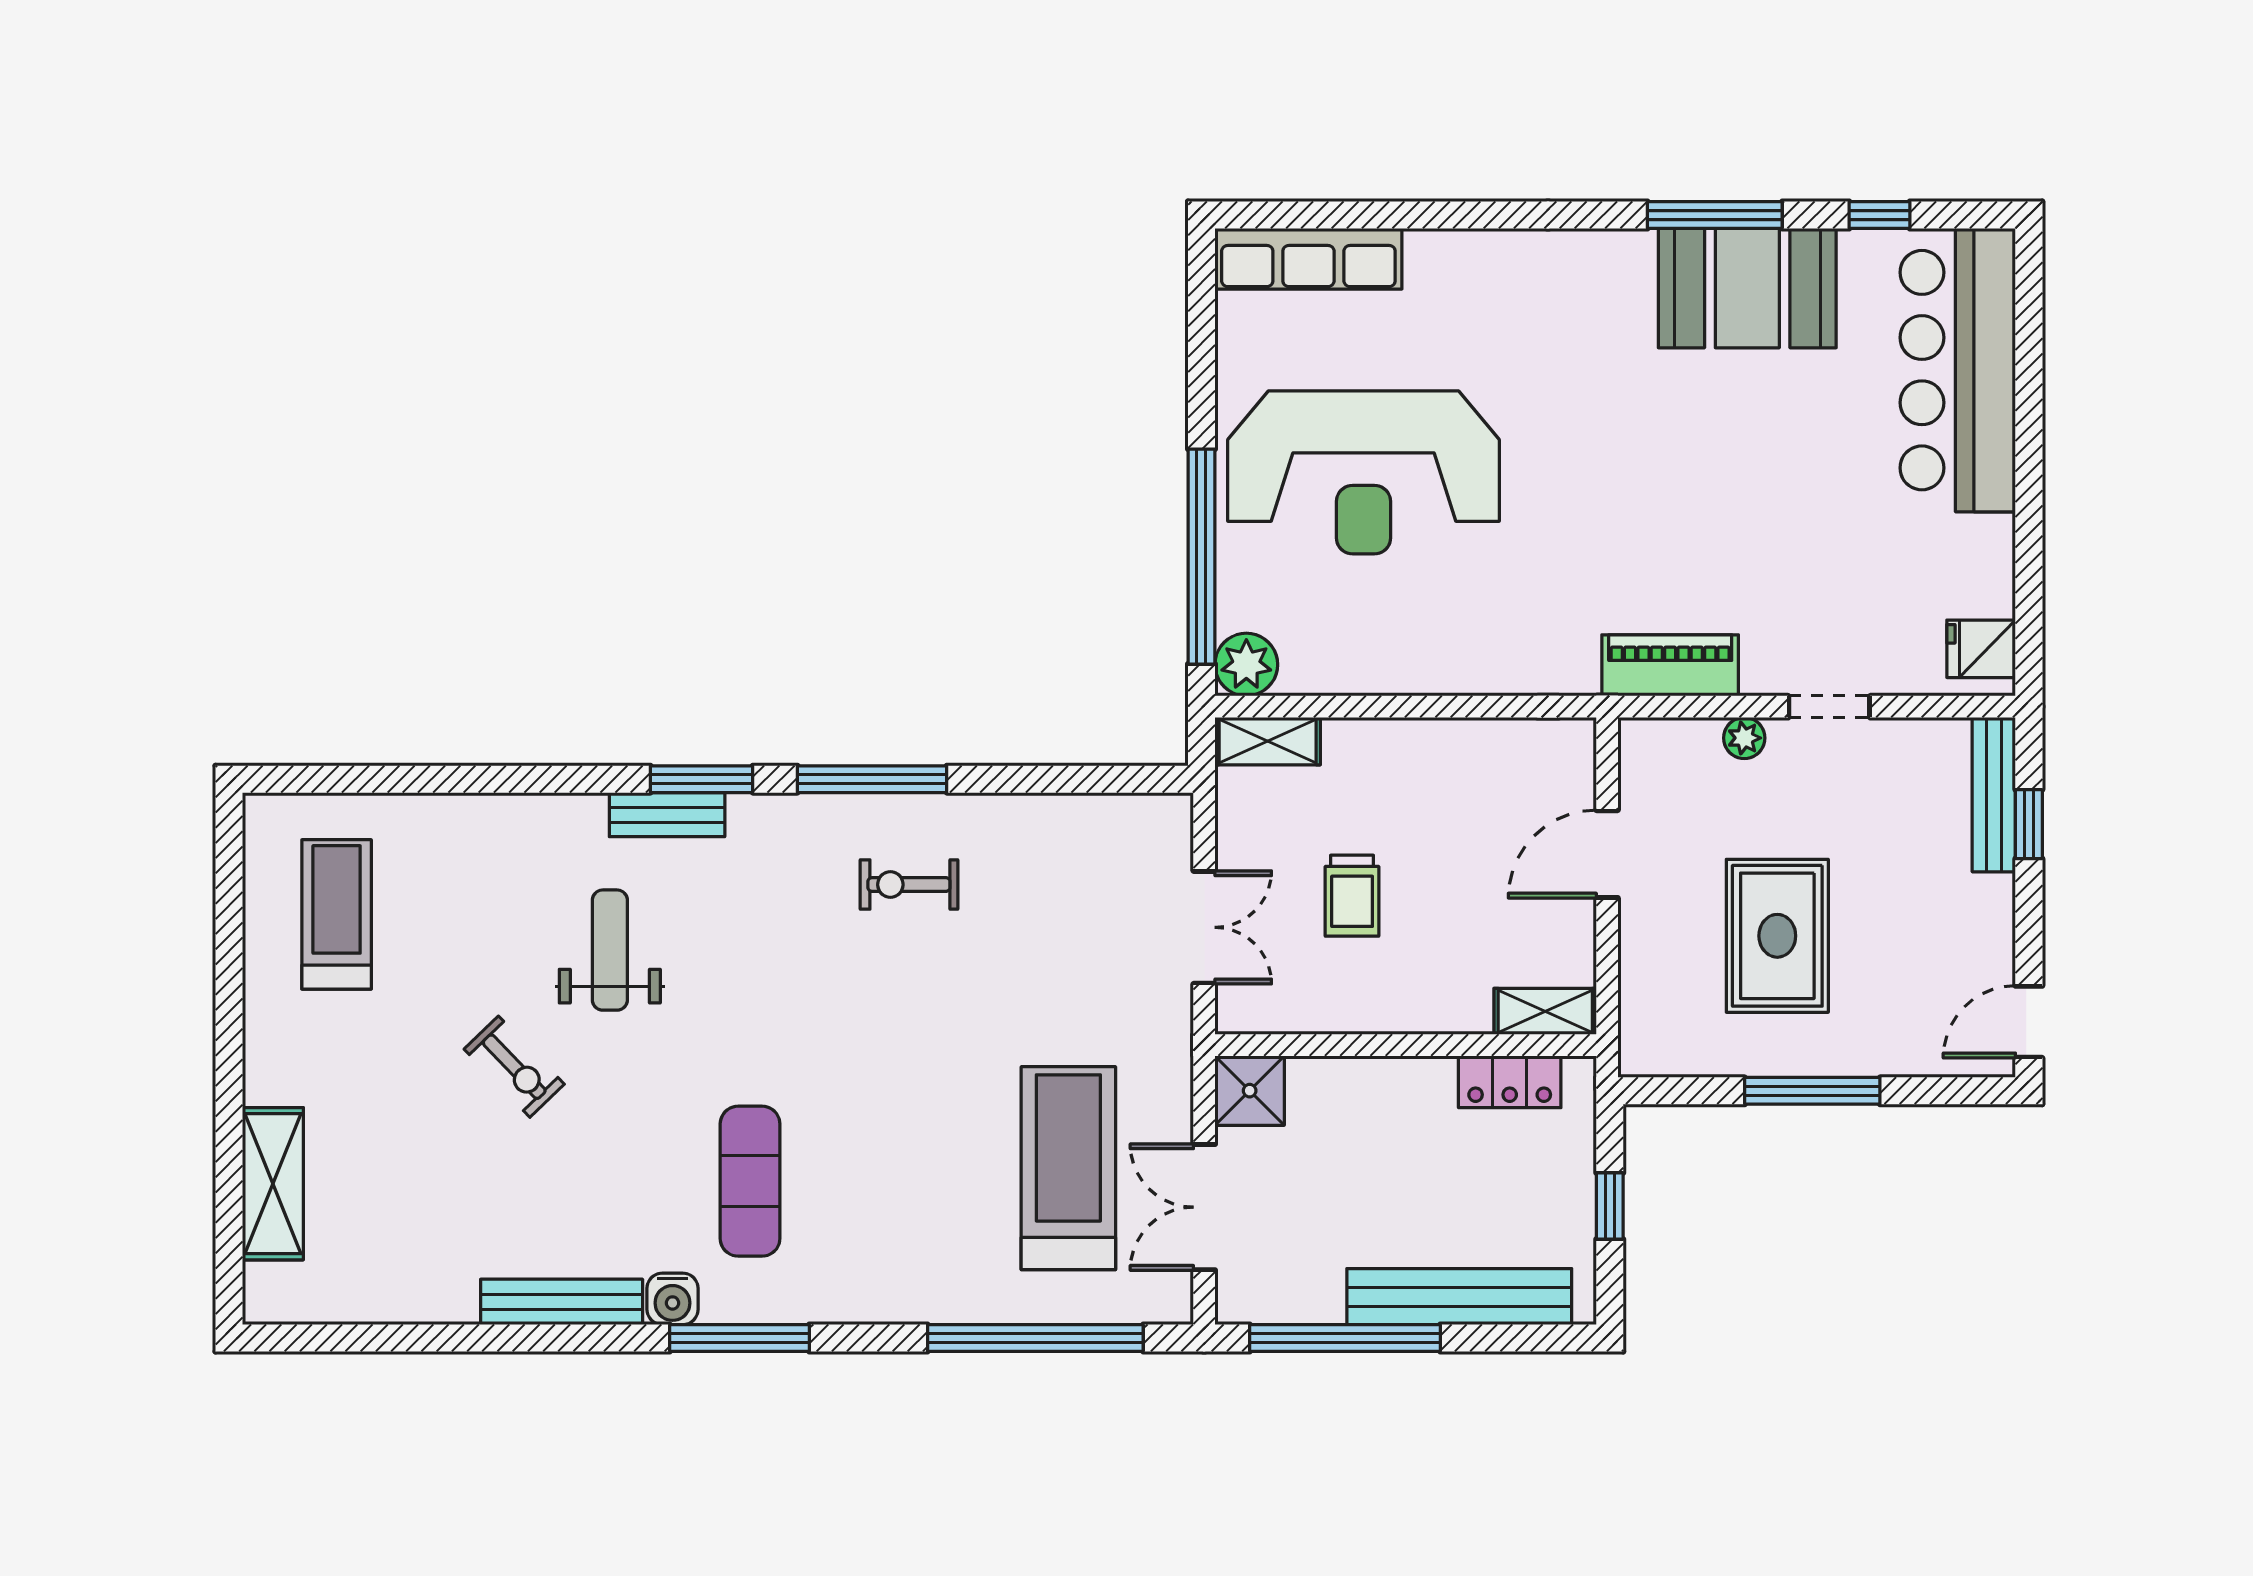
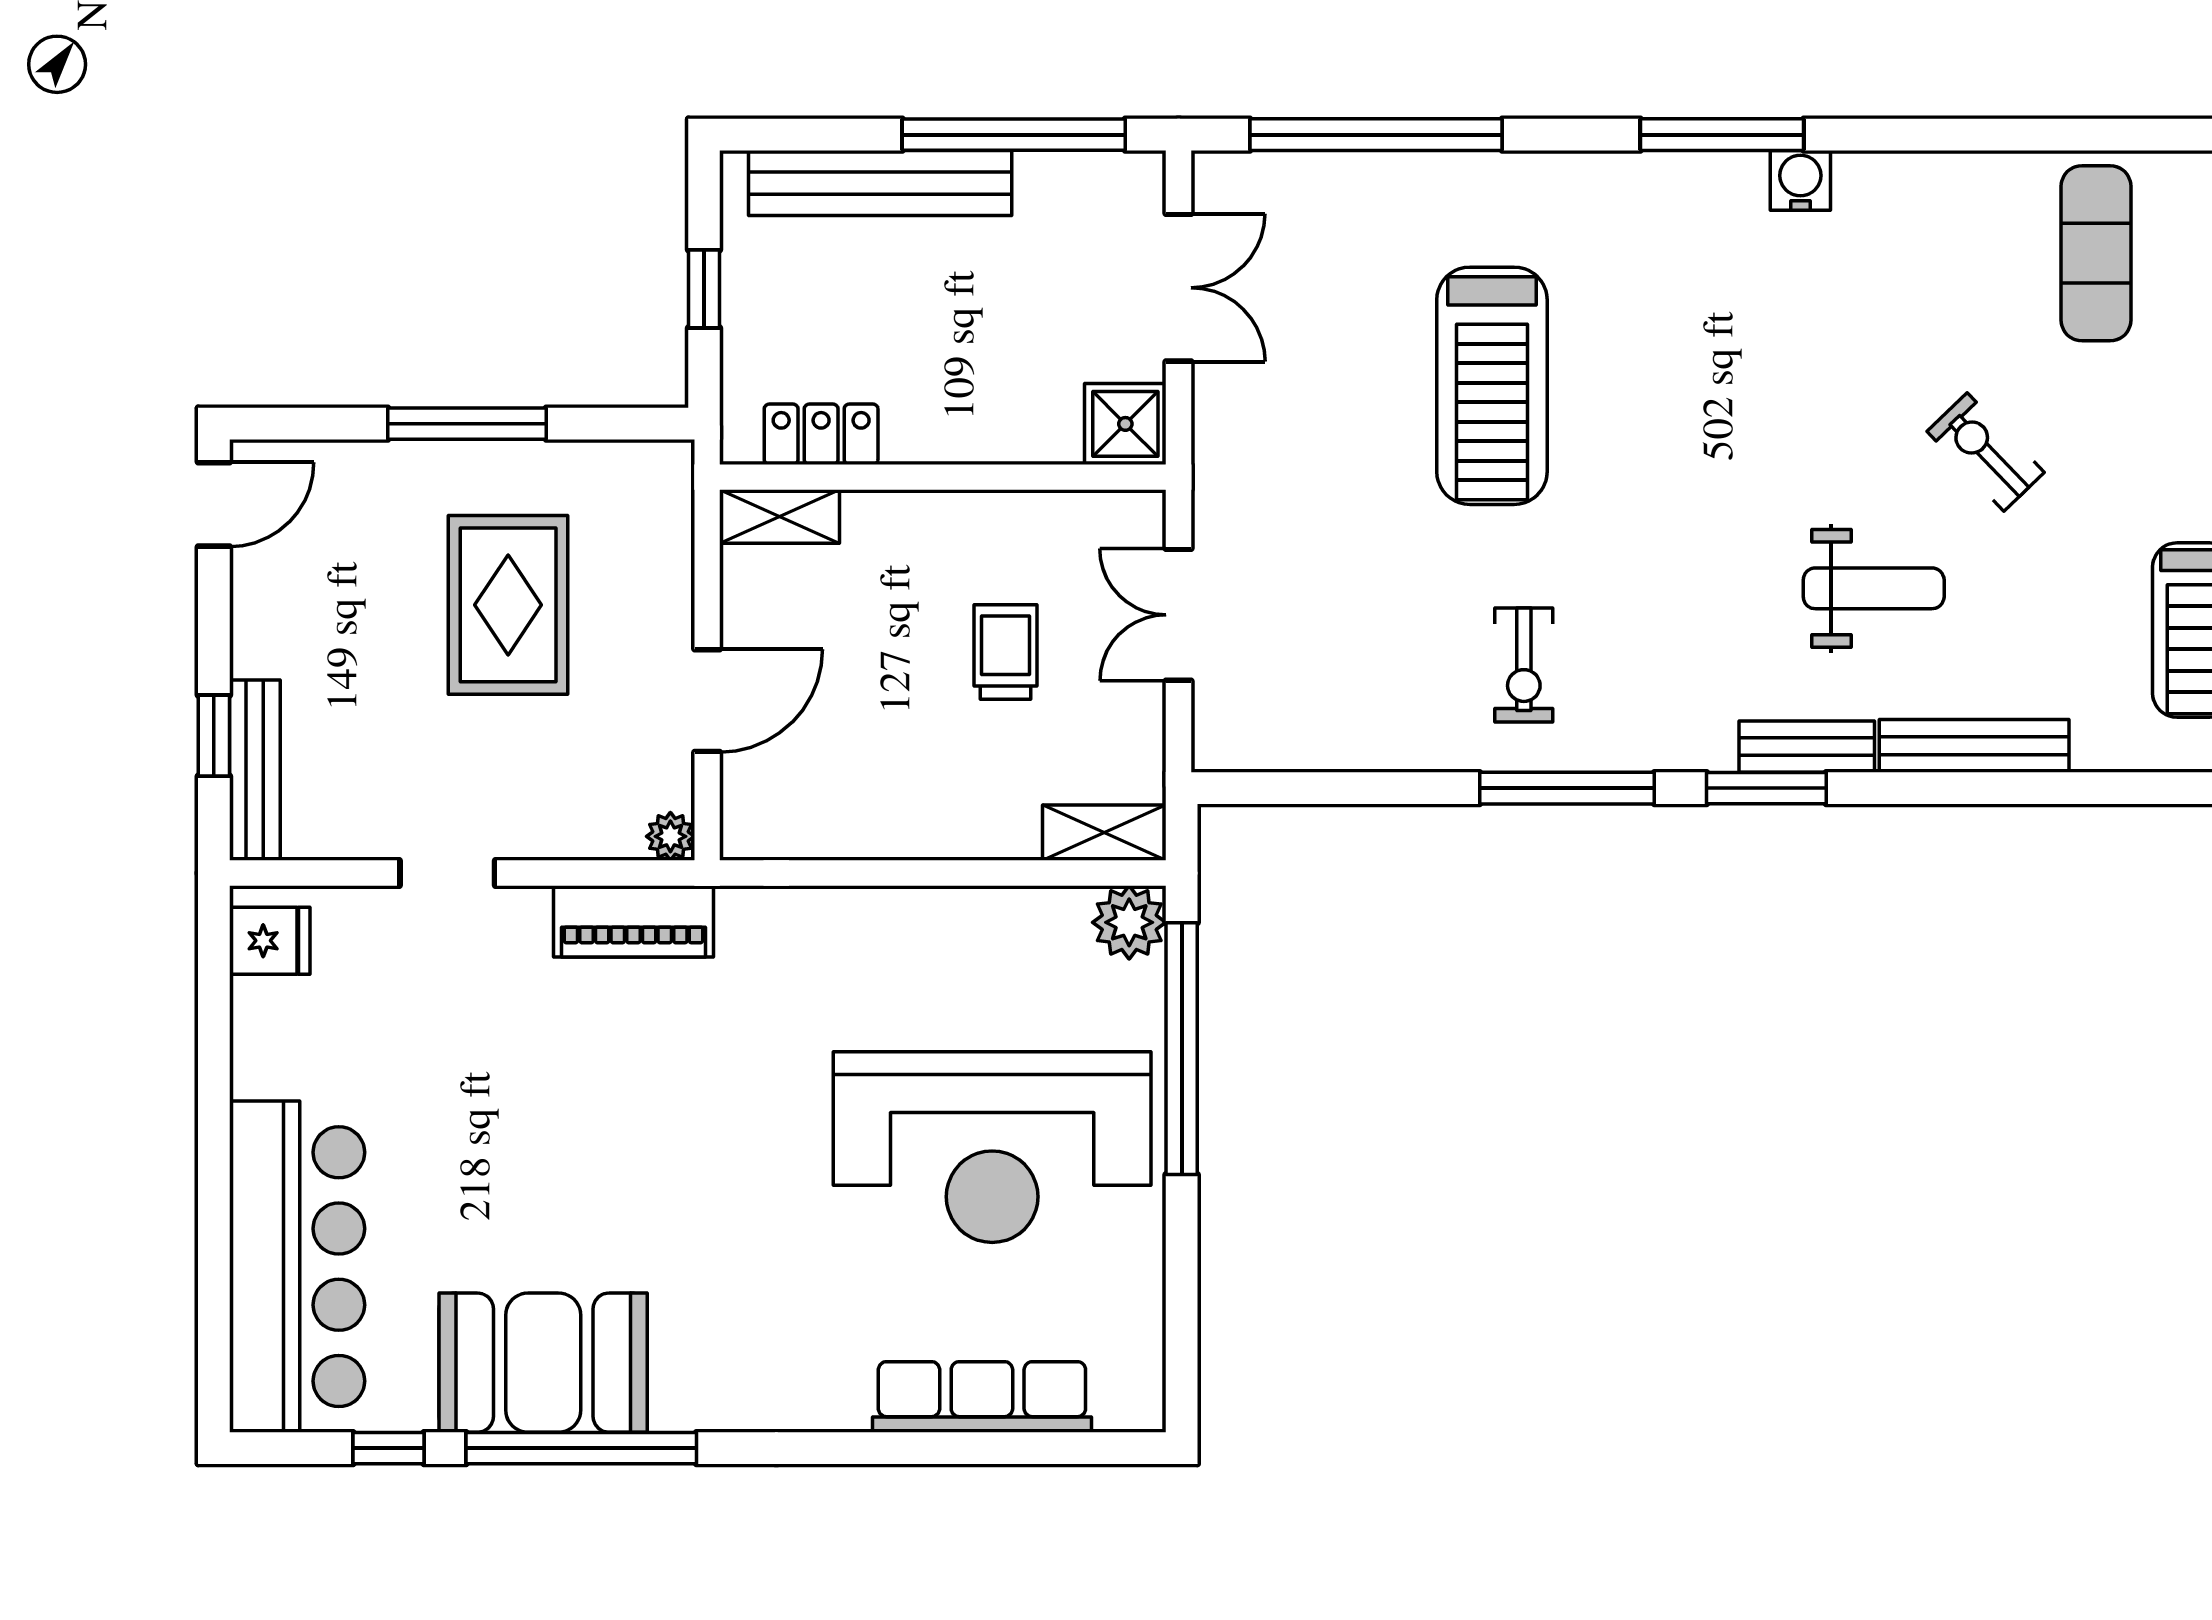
window: (1715, 215) -> (581, 1448), width x1.46
row of seats: (1308, 259) -> (982, 1397), moved
reception desk: (1363, 472) -> (992, 1147), turned 180
plant: (1744, 738) -> (670, 836), moved
exercise bike: (909, 885) -> (1524, 665), turned 90
weight bench: (610, 950) -> (1874, 588), turned -90
treadmill: (1068, 1168) -> (1492, 386), moved
exercise mat: (750, 1181) -> (2096, 253), moved
bench: (562, 1302) -> (1974, 746), moved

